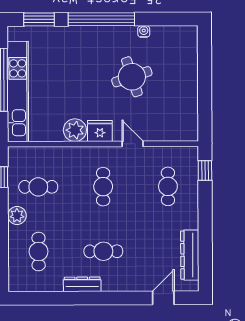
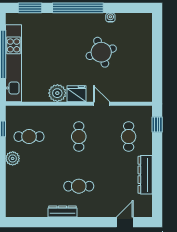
cafe table: (39, 252) -> (29, 186), removed
dresser: (190, 255) -> (145, 175), moved

